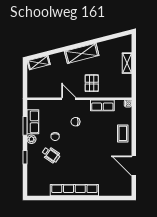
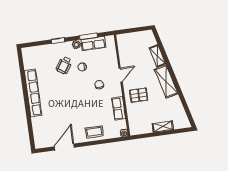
shelving: (39, 63) -> (157, 56), moved

